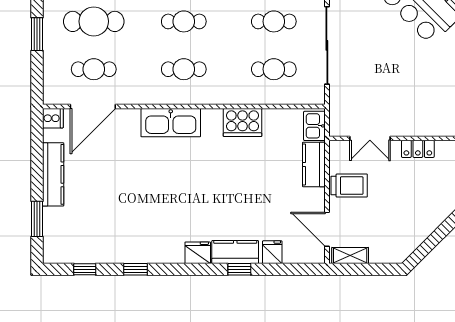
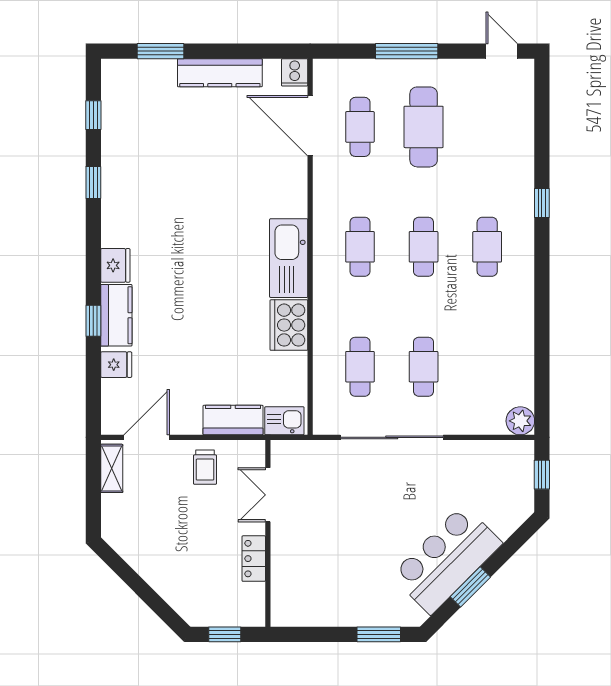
window: (37, 34) -> (407, 51), width x1.44
kitchen sink: (171, 123) -> (289, 258), moved
trolley: (349, 186) -> (205, 467), width x0.73, depth x0.72

